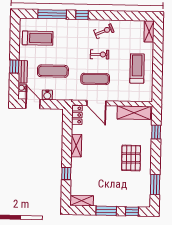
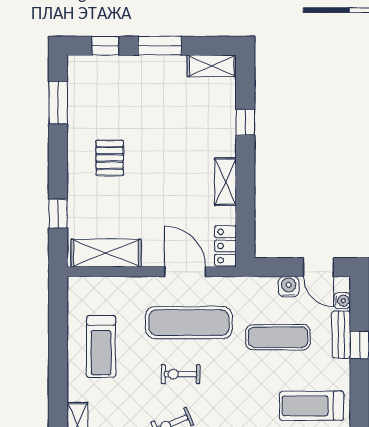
exercise mat: (95, 79) -> (189, 323), width x1.36, depth x1.45
pallet: (131, 158) -> (110, 158), width x0.67, depth x0.71

